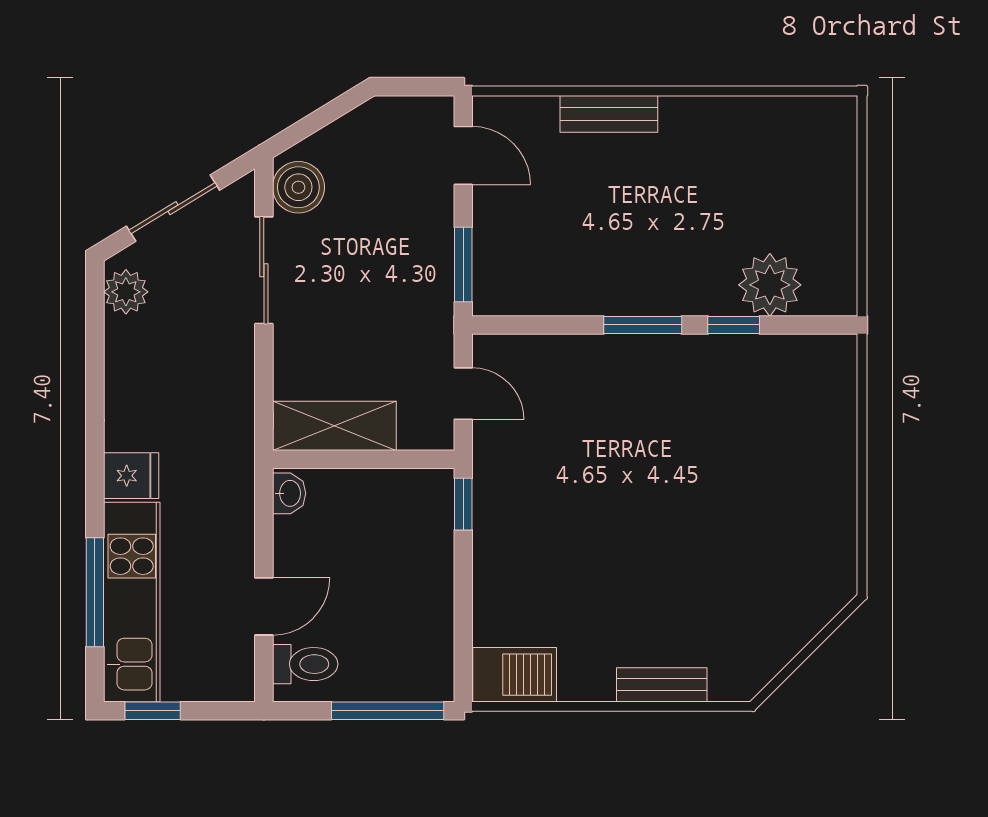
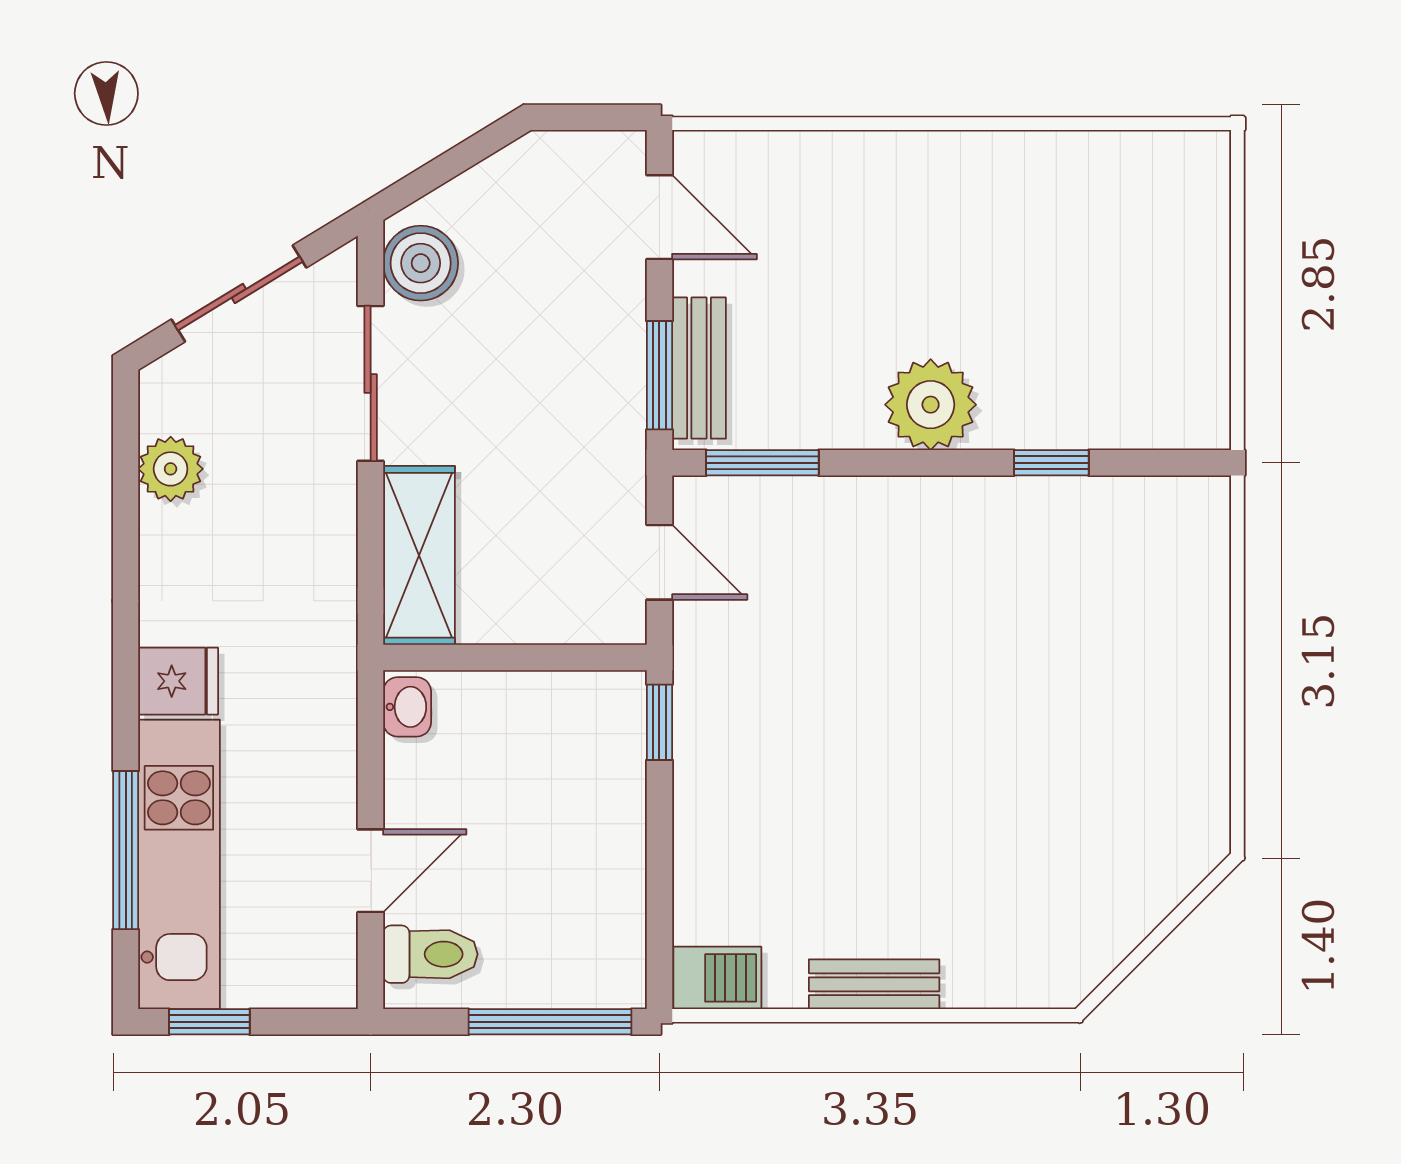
bench: (609, 114) -> (699, 368), moved, turned 90
plant: (770, 285) -> (931, 405), moved
plant: (126, 292) -> (171, 469), moved
window: (643, 325) -> (762, 463), moved
shelving: (334, 426) -> (419, 555), moved, turned 90
barbecue: (515, 675) -> (717, 978), width x0.73, depth x0.79
bench: (662, 685) -> (874, 984), moved

